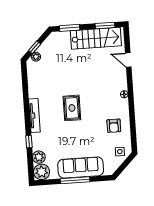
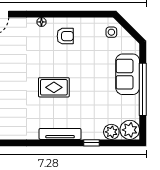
armchair: (114, 126) -> (65, 36), moved
sofa: (81, 168) -> (128, 74), width x0.73
window: (75, 180) -> (143, 89), width x1.46

